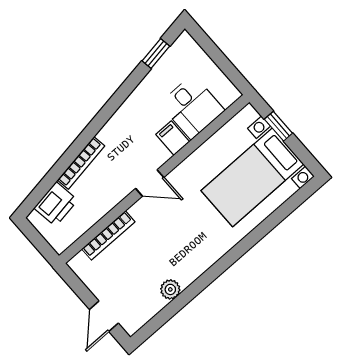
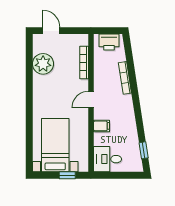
desk: (192, 107) -> (107, 159), moved
printer: (56, 204) -> (109, 42), moved, turned -81
plant: (170, 289) -> (43, 64), width x1.87, depth x1.87

